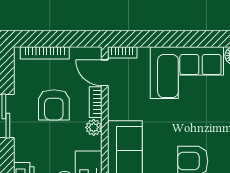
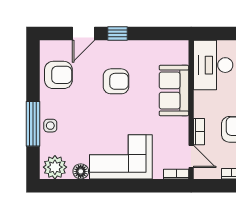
plant: (94, 127) -> (201, 110), removed

